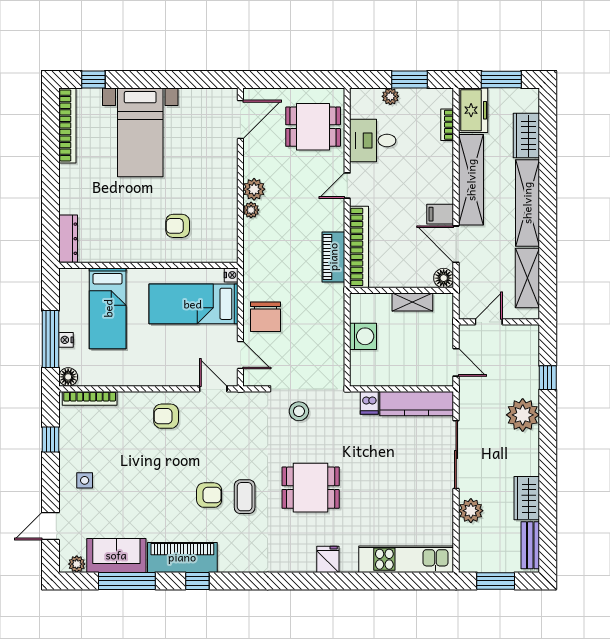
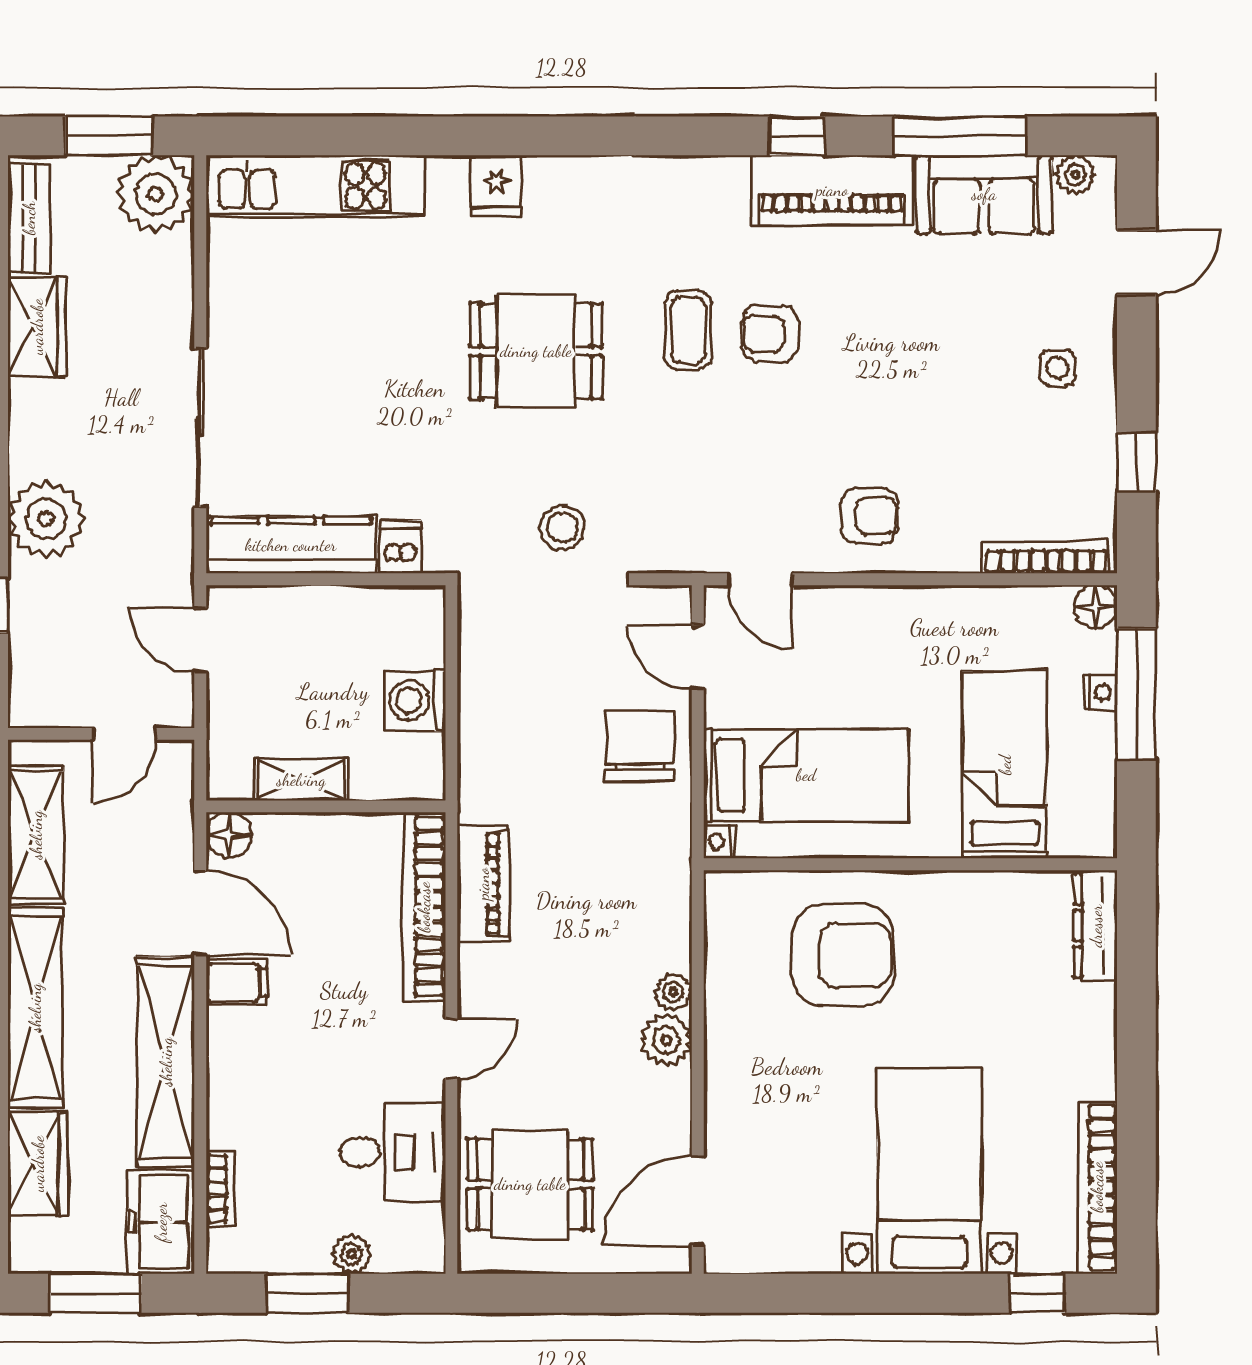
armchair: (178, 226) -> (843, 955), width x1.88, depth x1.88
plant: (471, 511) -> (156, 194), moved, width x1.36, depth x1.36

